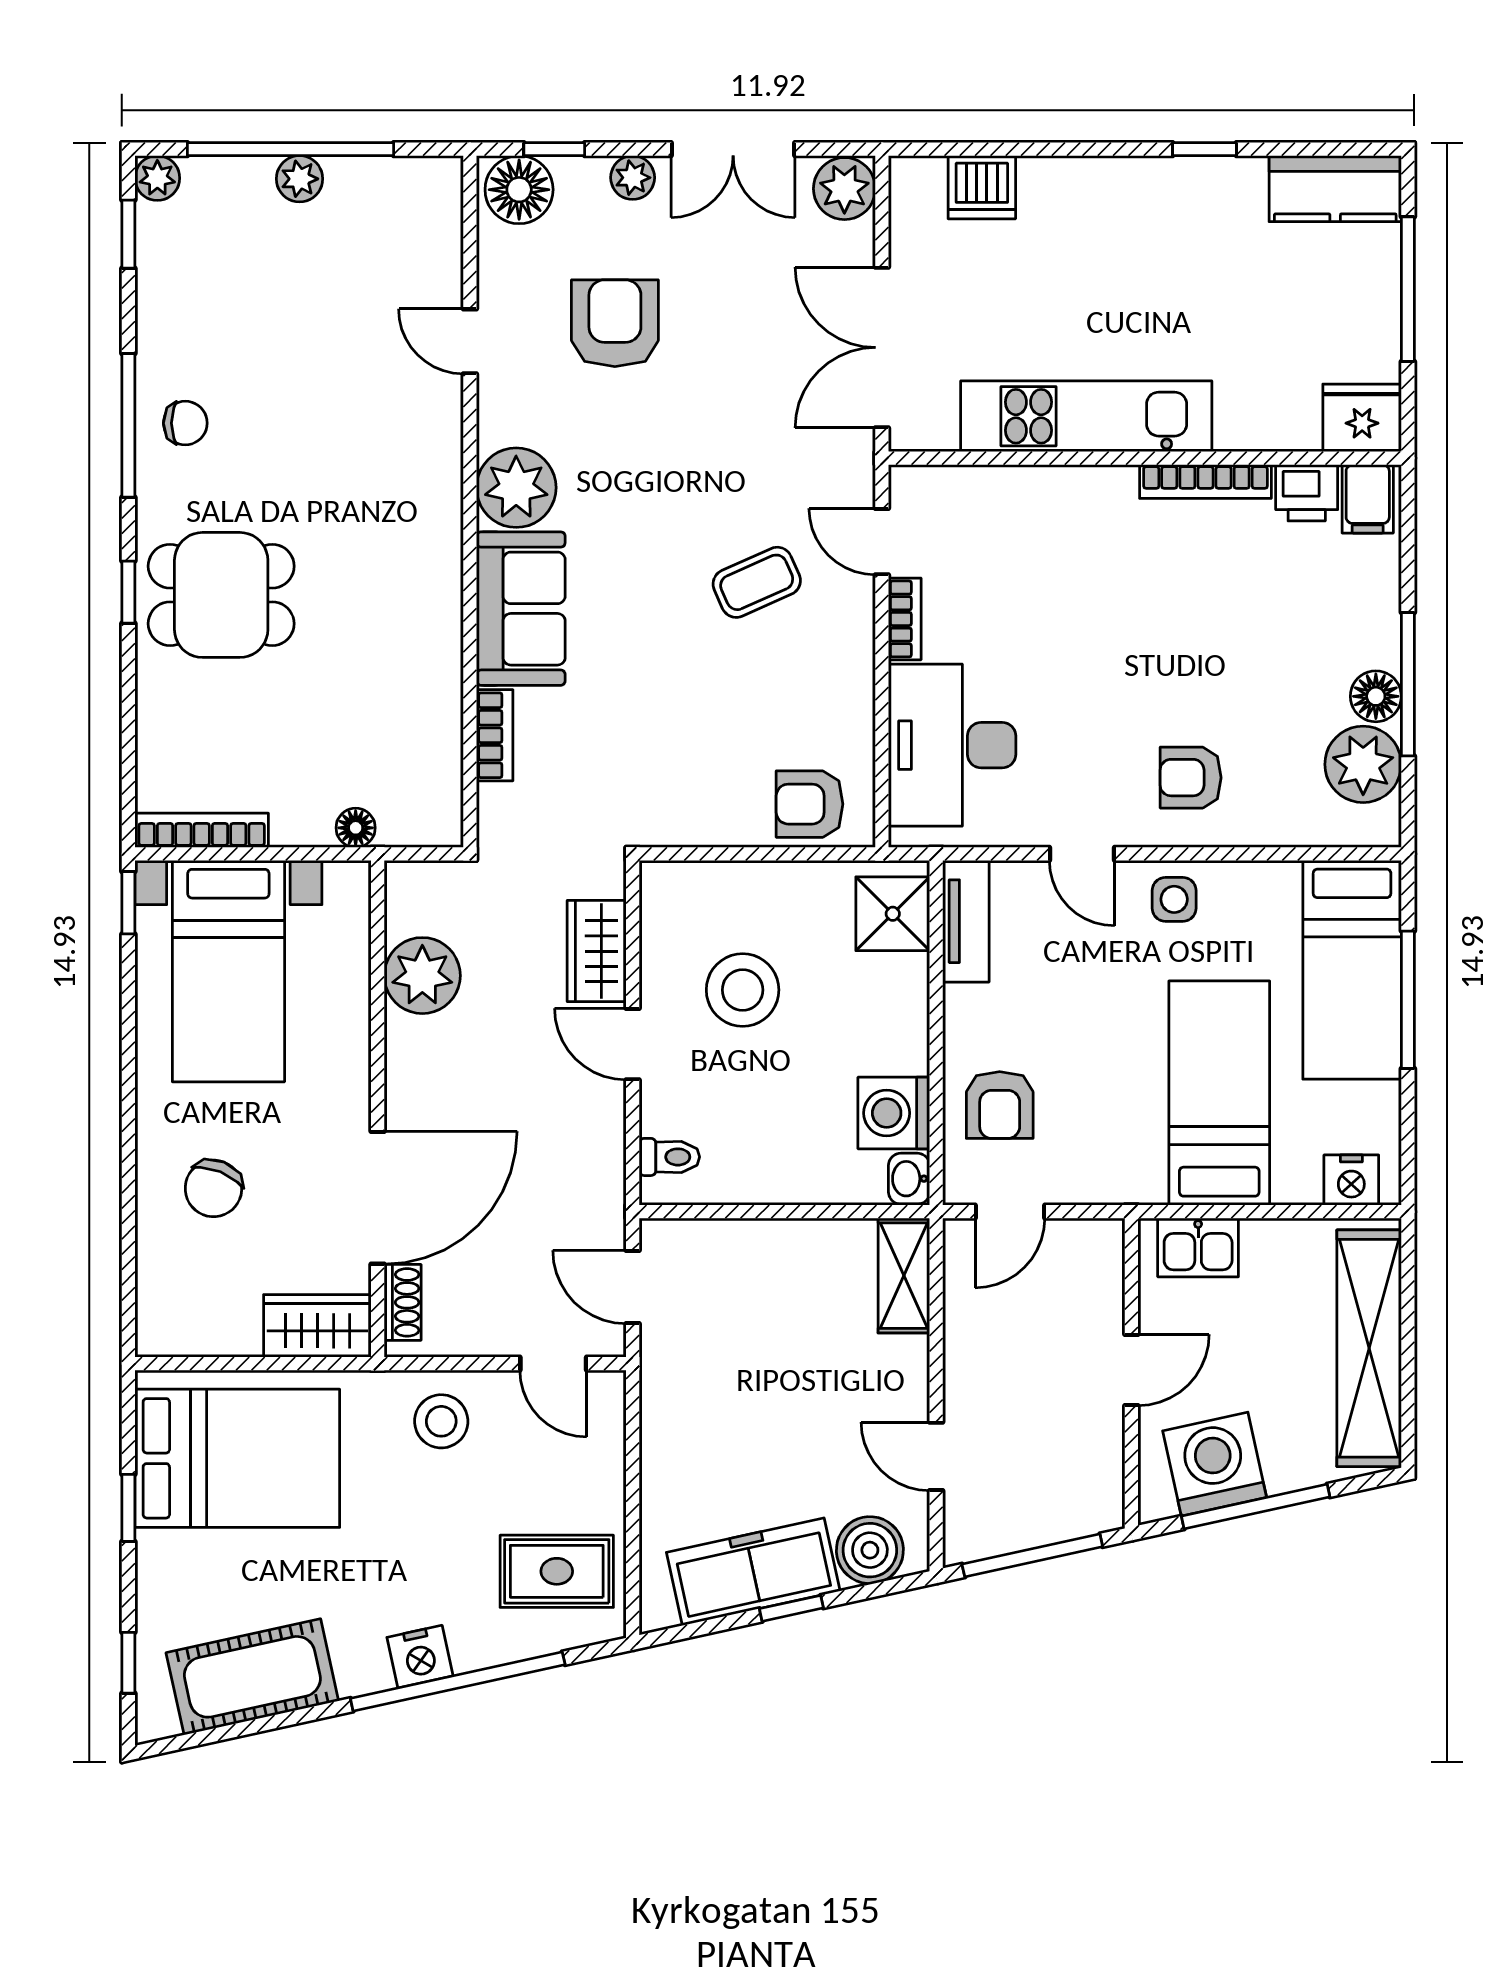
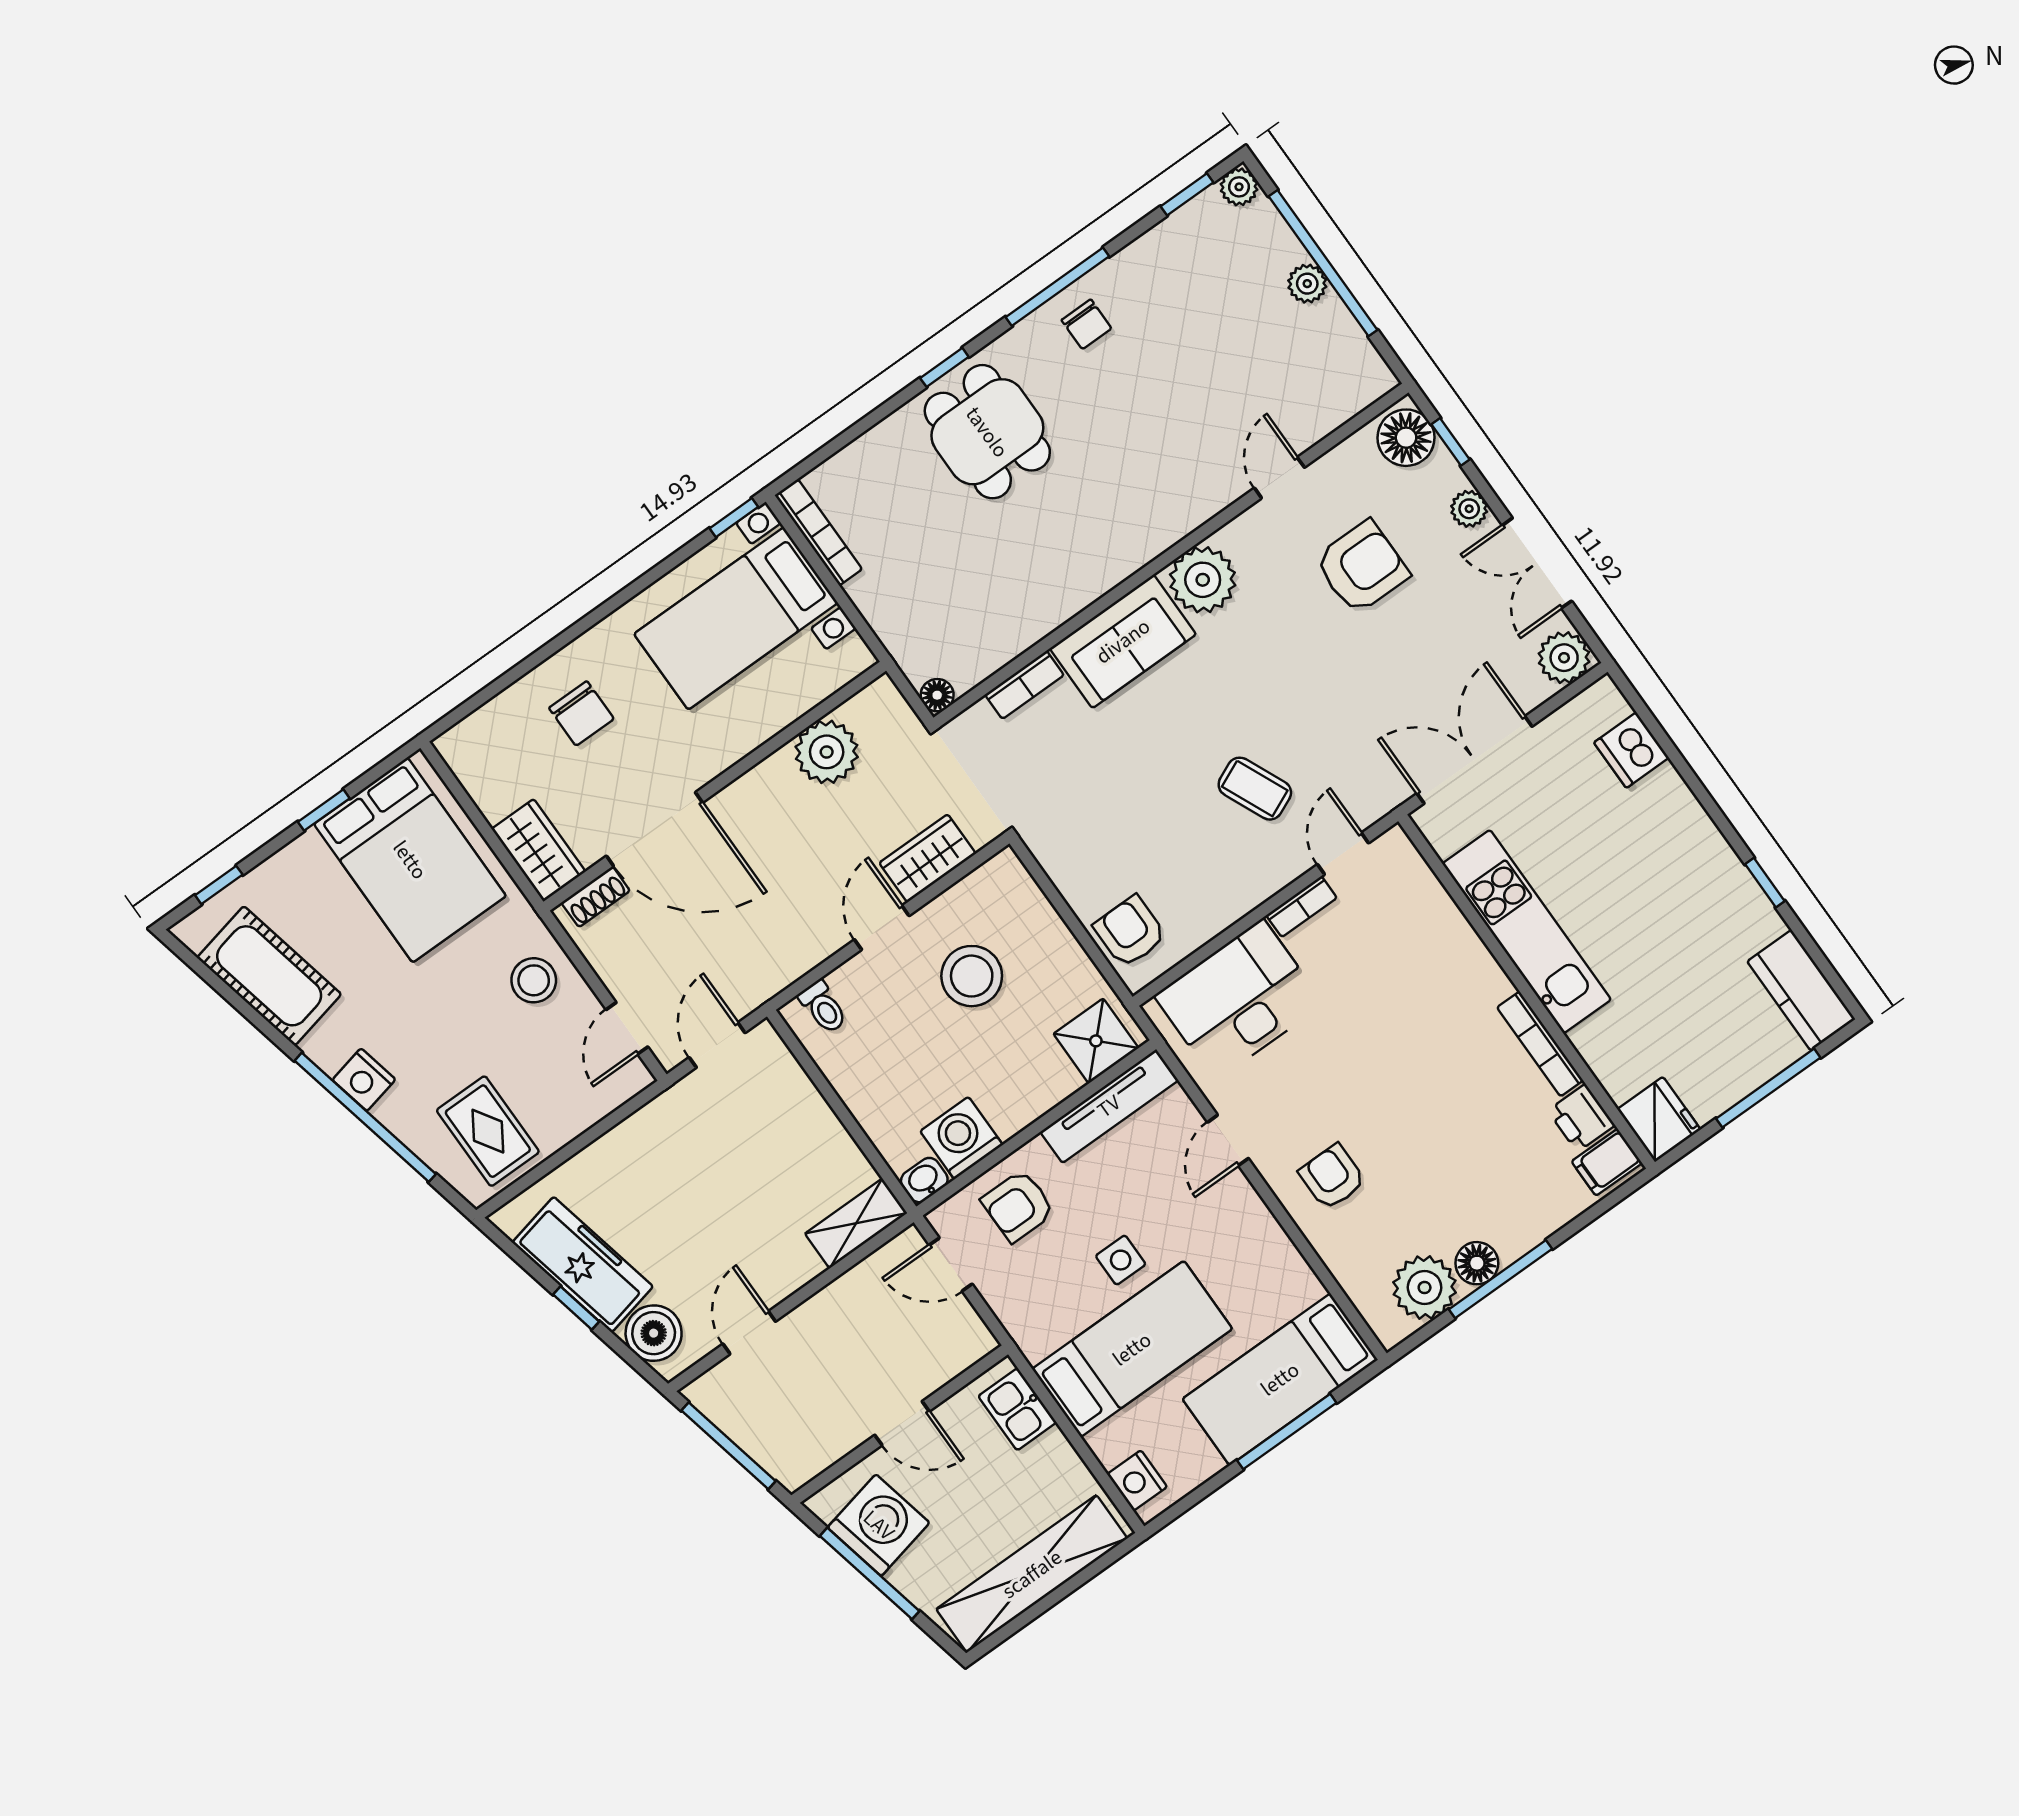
floor lamp: (356, 828) -> (937, 695), moved
side table: (1174, 899) -> (1121, 1260), moved
tv unit: (966, 921) -> (1109, 1106), width x1.41
chair: (213, 1188) -> (581, 713), turned -112

